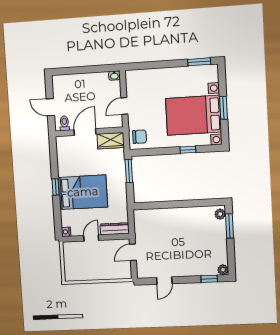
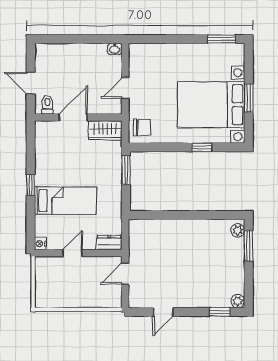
bed: (83, 192) -> (65, 201), width x0.67
dresser: (115, 229) -> (109, 243), width x0.70

